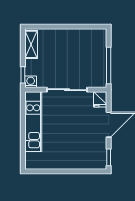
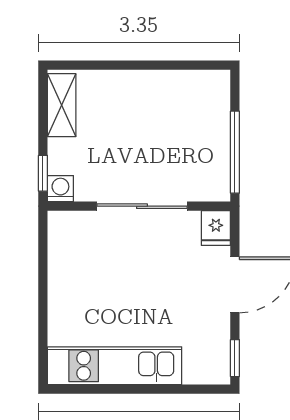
kitchen unit: (33, 122) -> (115, 366), moved, turned -90

